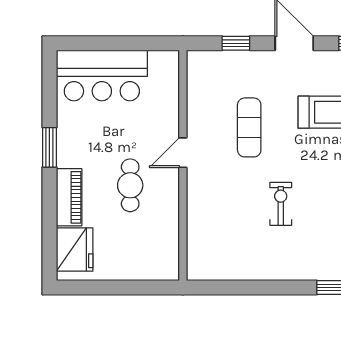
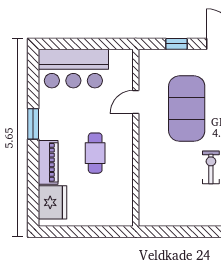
exercise mat: (249, 127) -> (187, 109), width x2.00, depth x1.45
door: (183, 153) -> (136, 102), moved

